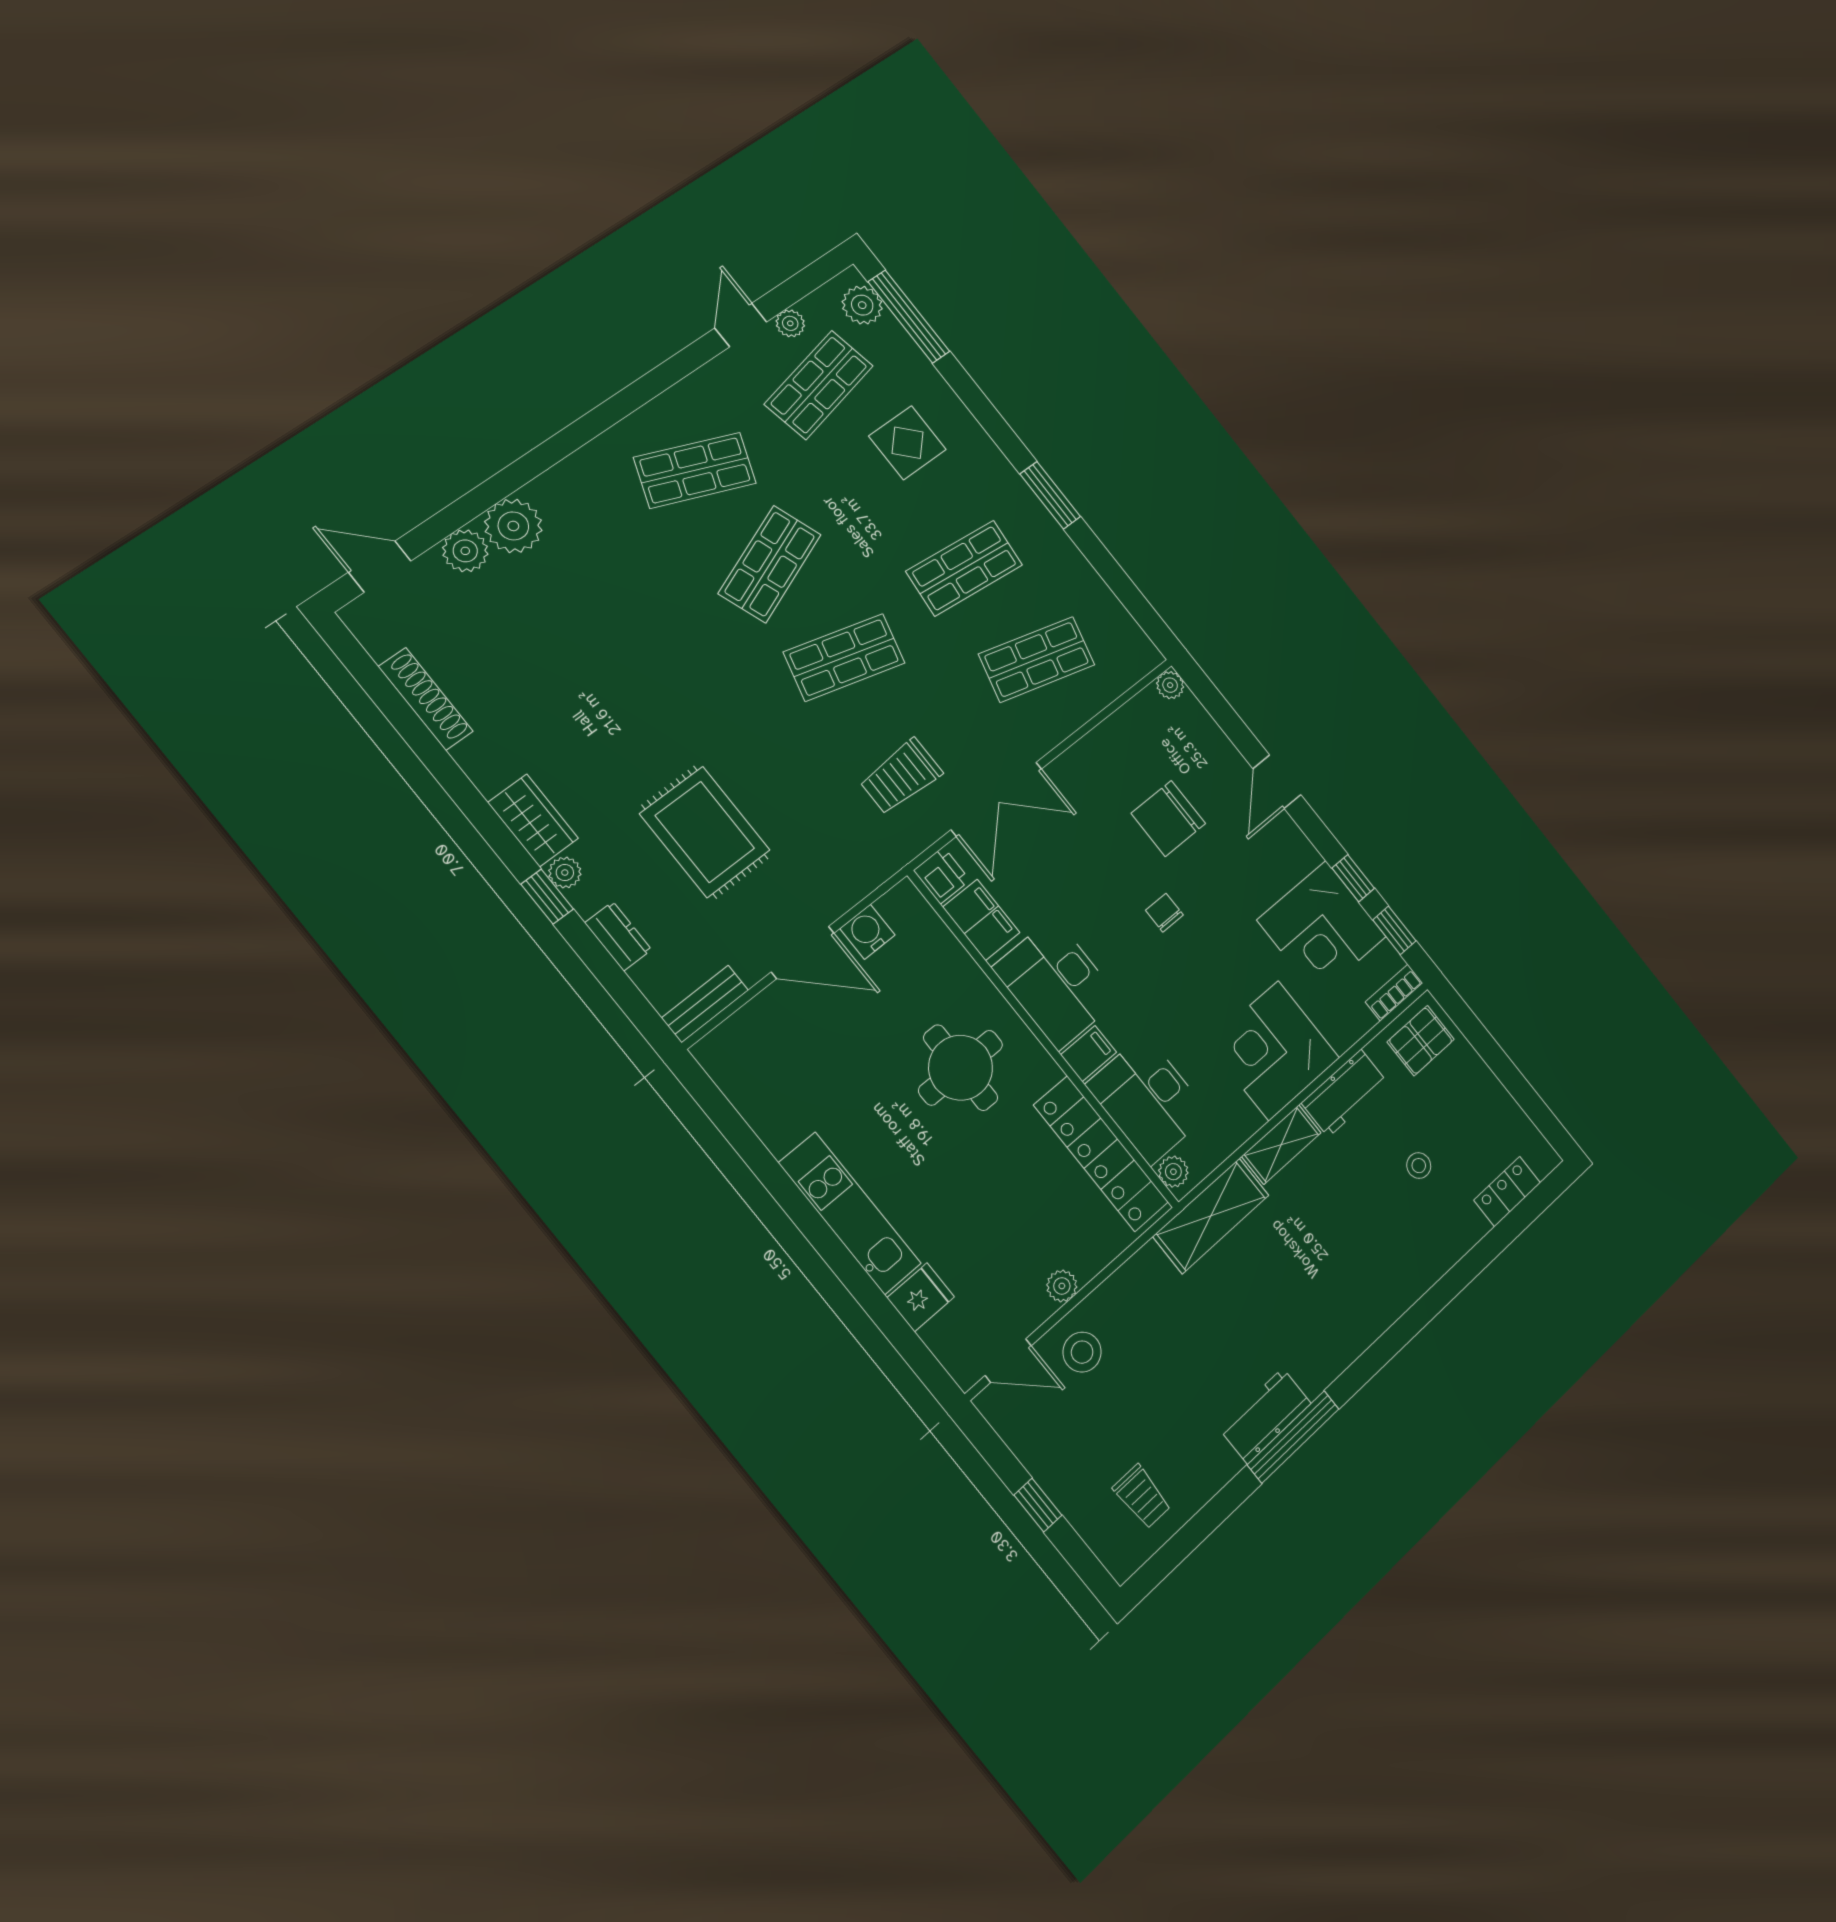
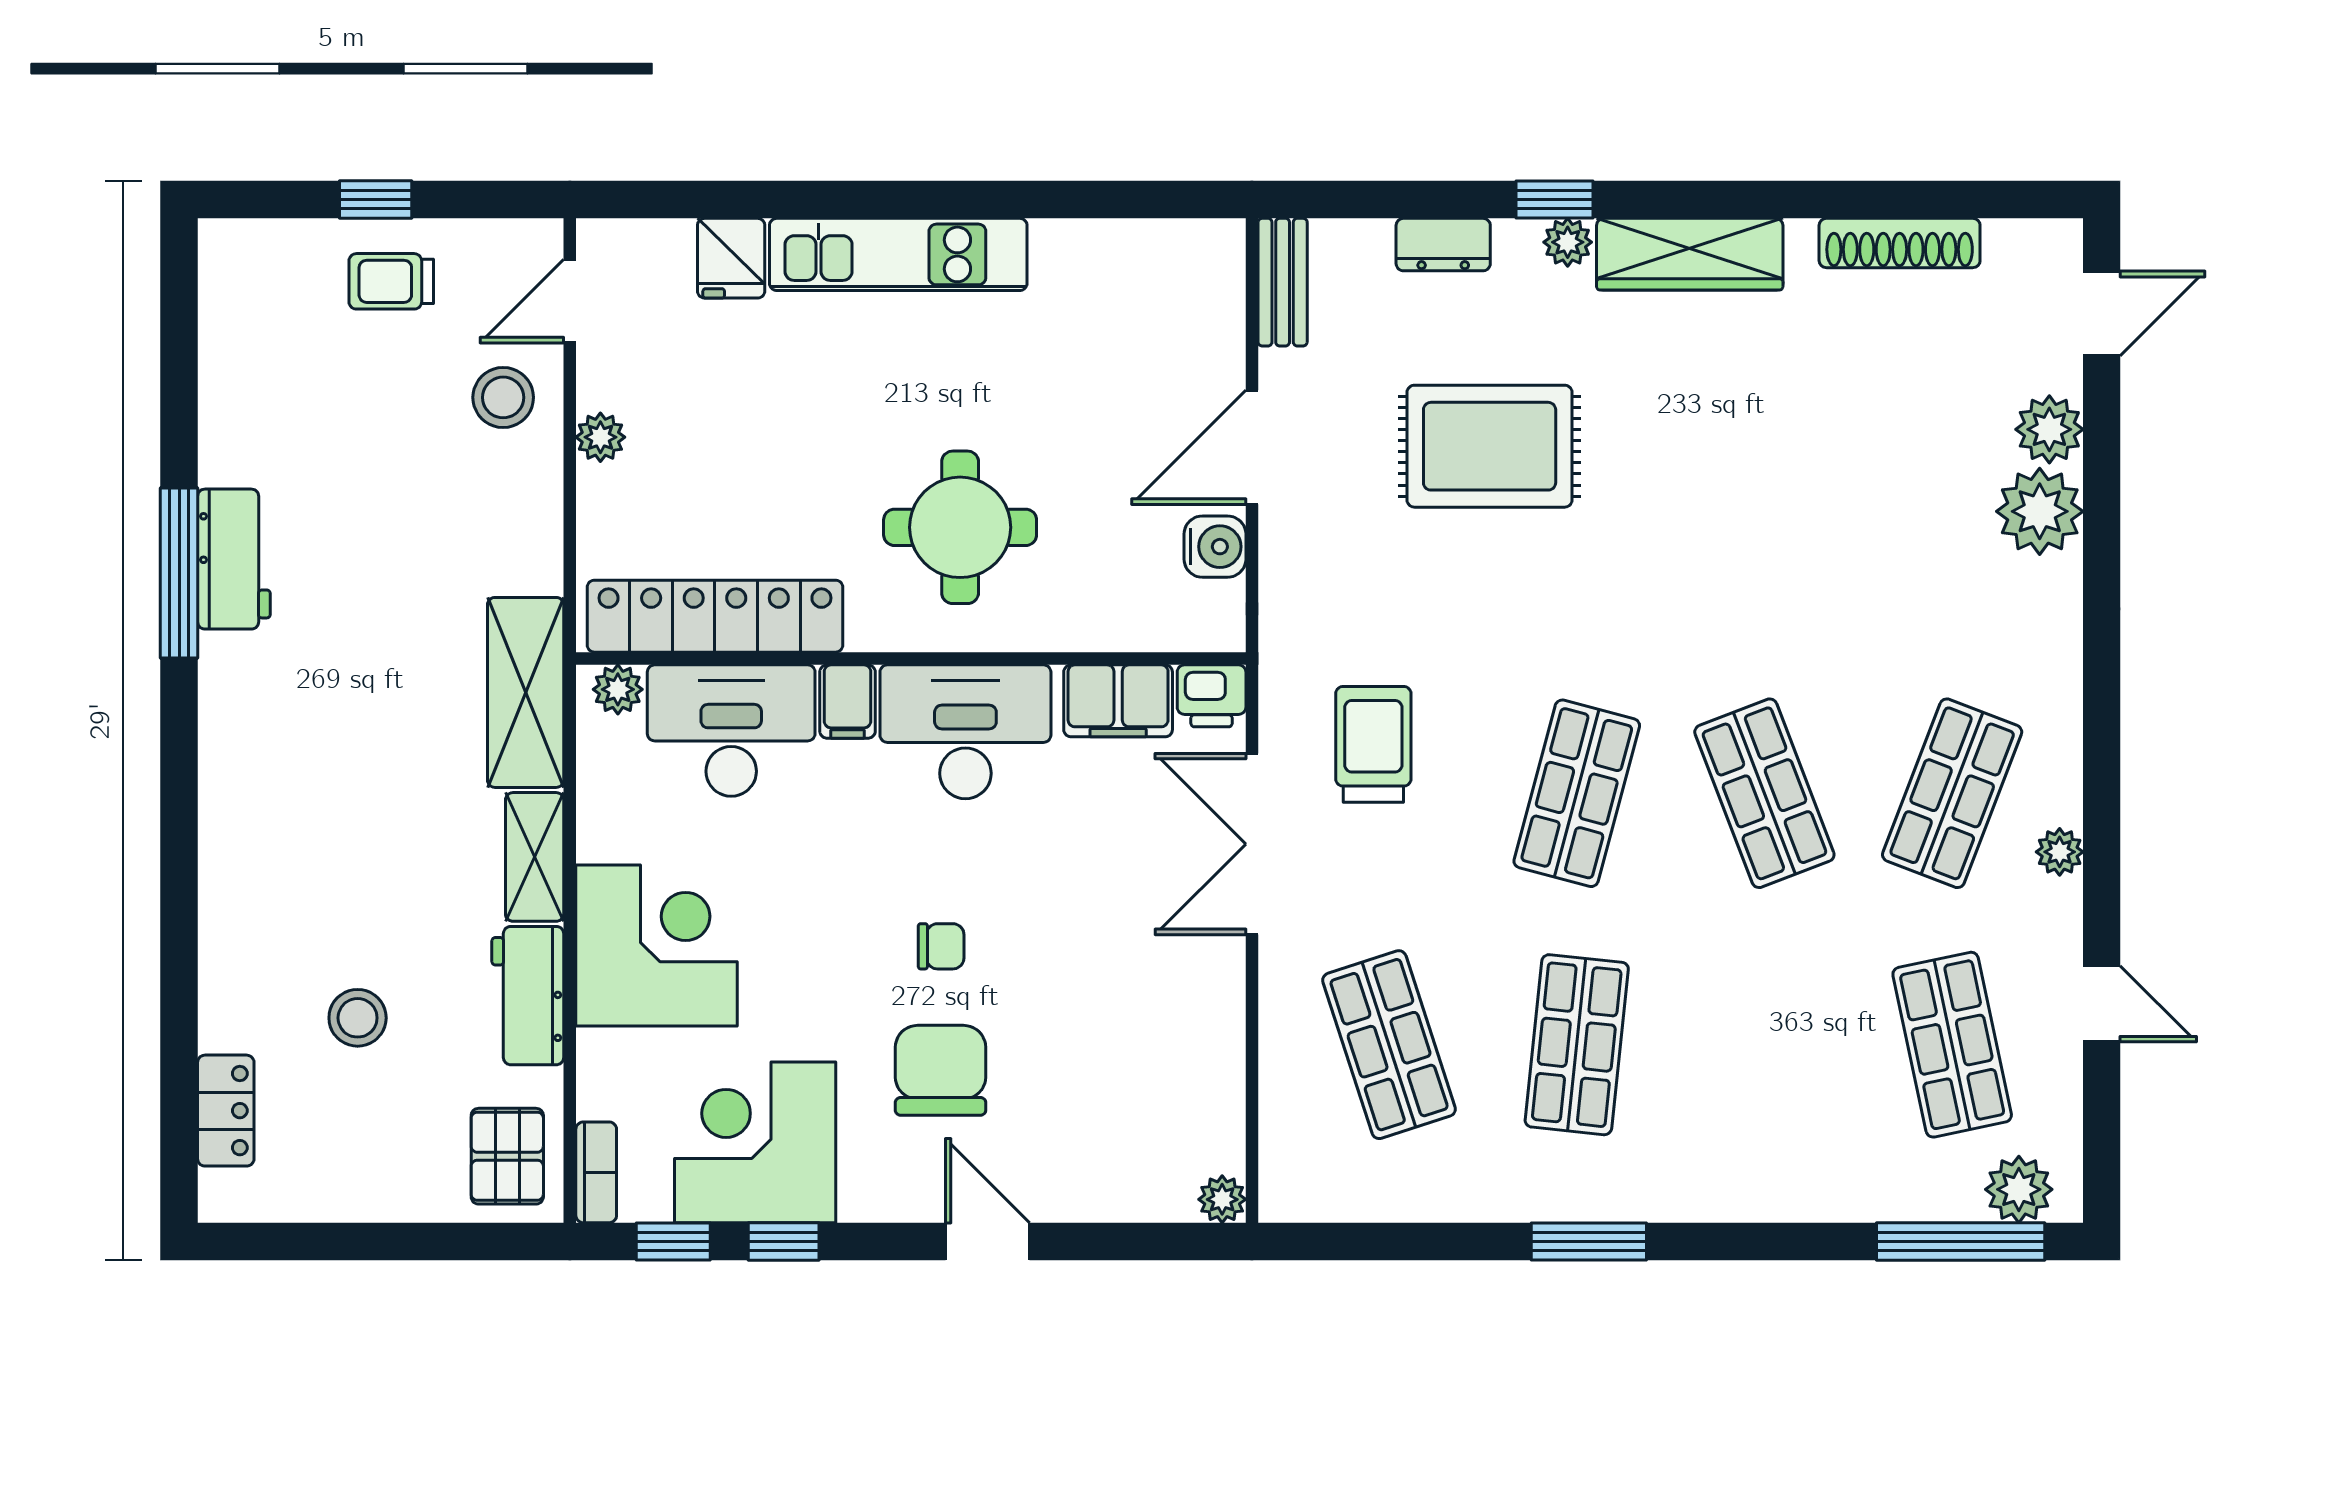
plant: (790, 323) -> (2060, 852), moved
display table: (908, 443) -> (1794, 1102), removed
shop shelf: (1037, 659) -> (1389, 1045), turned -33
chair: (1168, 818) -> (941, 1070), moved
wardrobe: (533, 820) -> (1690, 254), width x1.50
stool: (1419, 1166) -> (358, 1018), width x1.37, depth x1.37
trolley: (1142, 1497) -> (391, 281), moved

